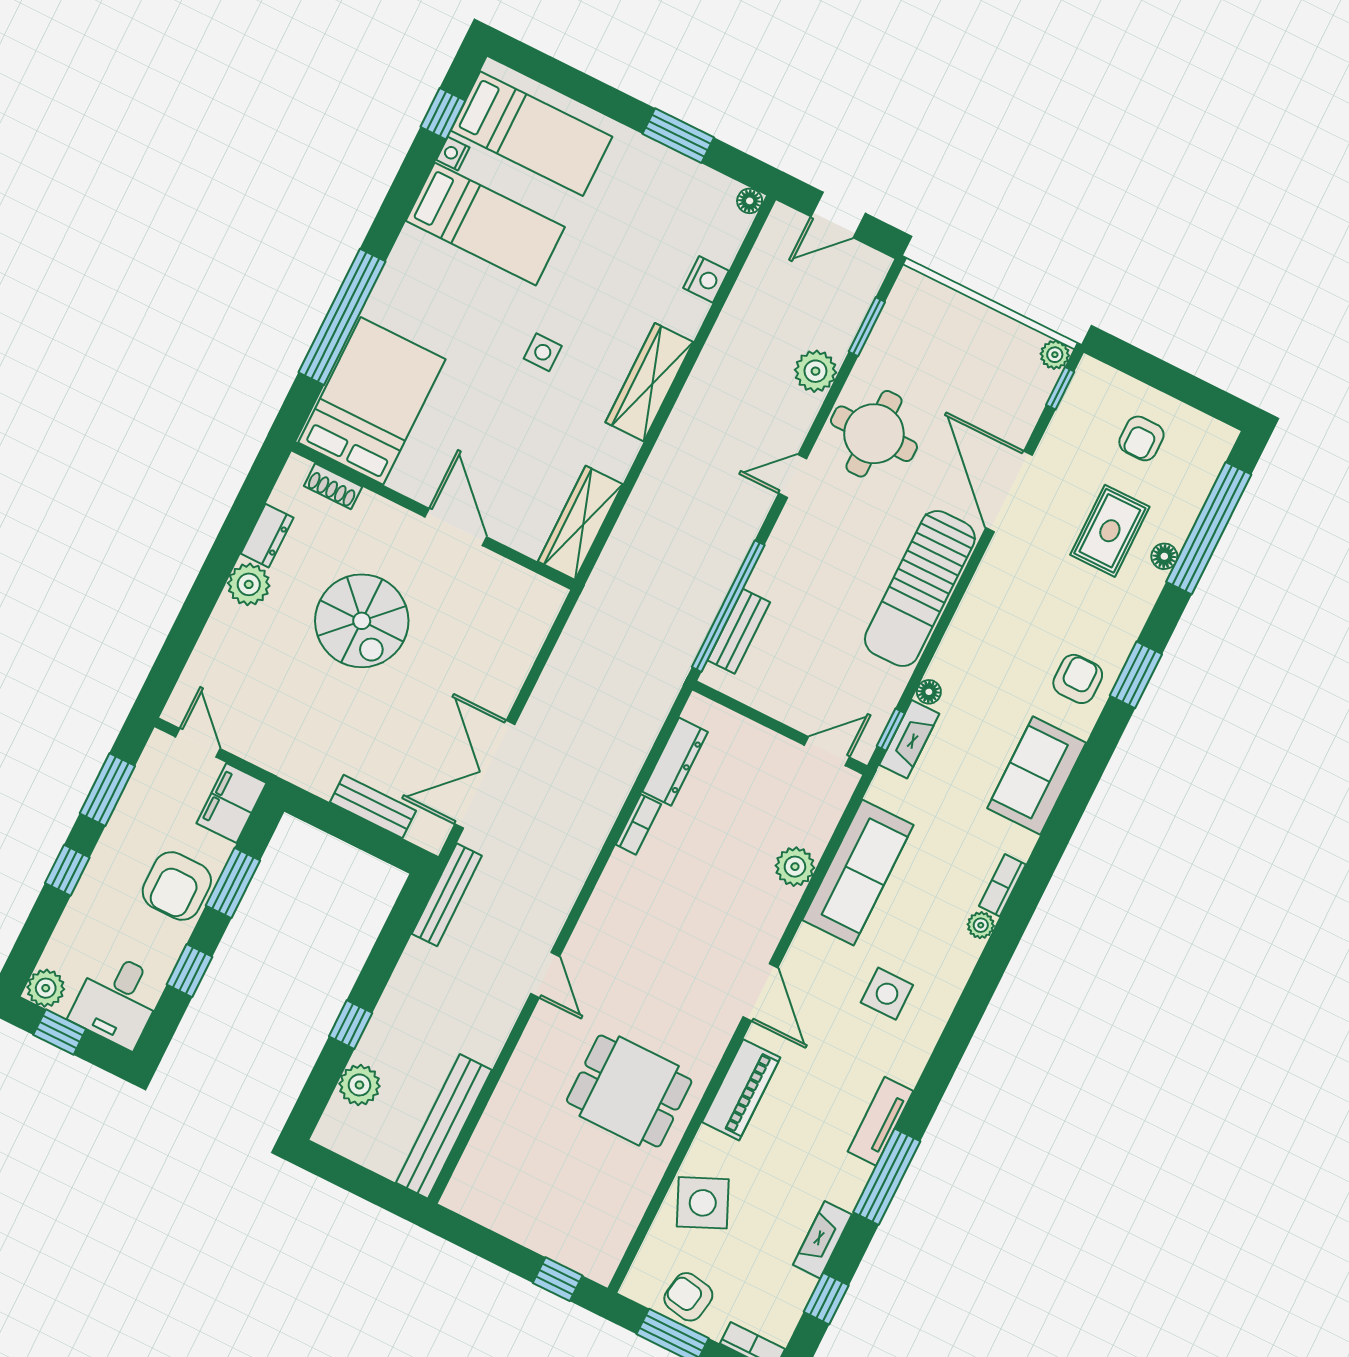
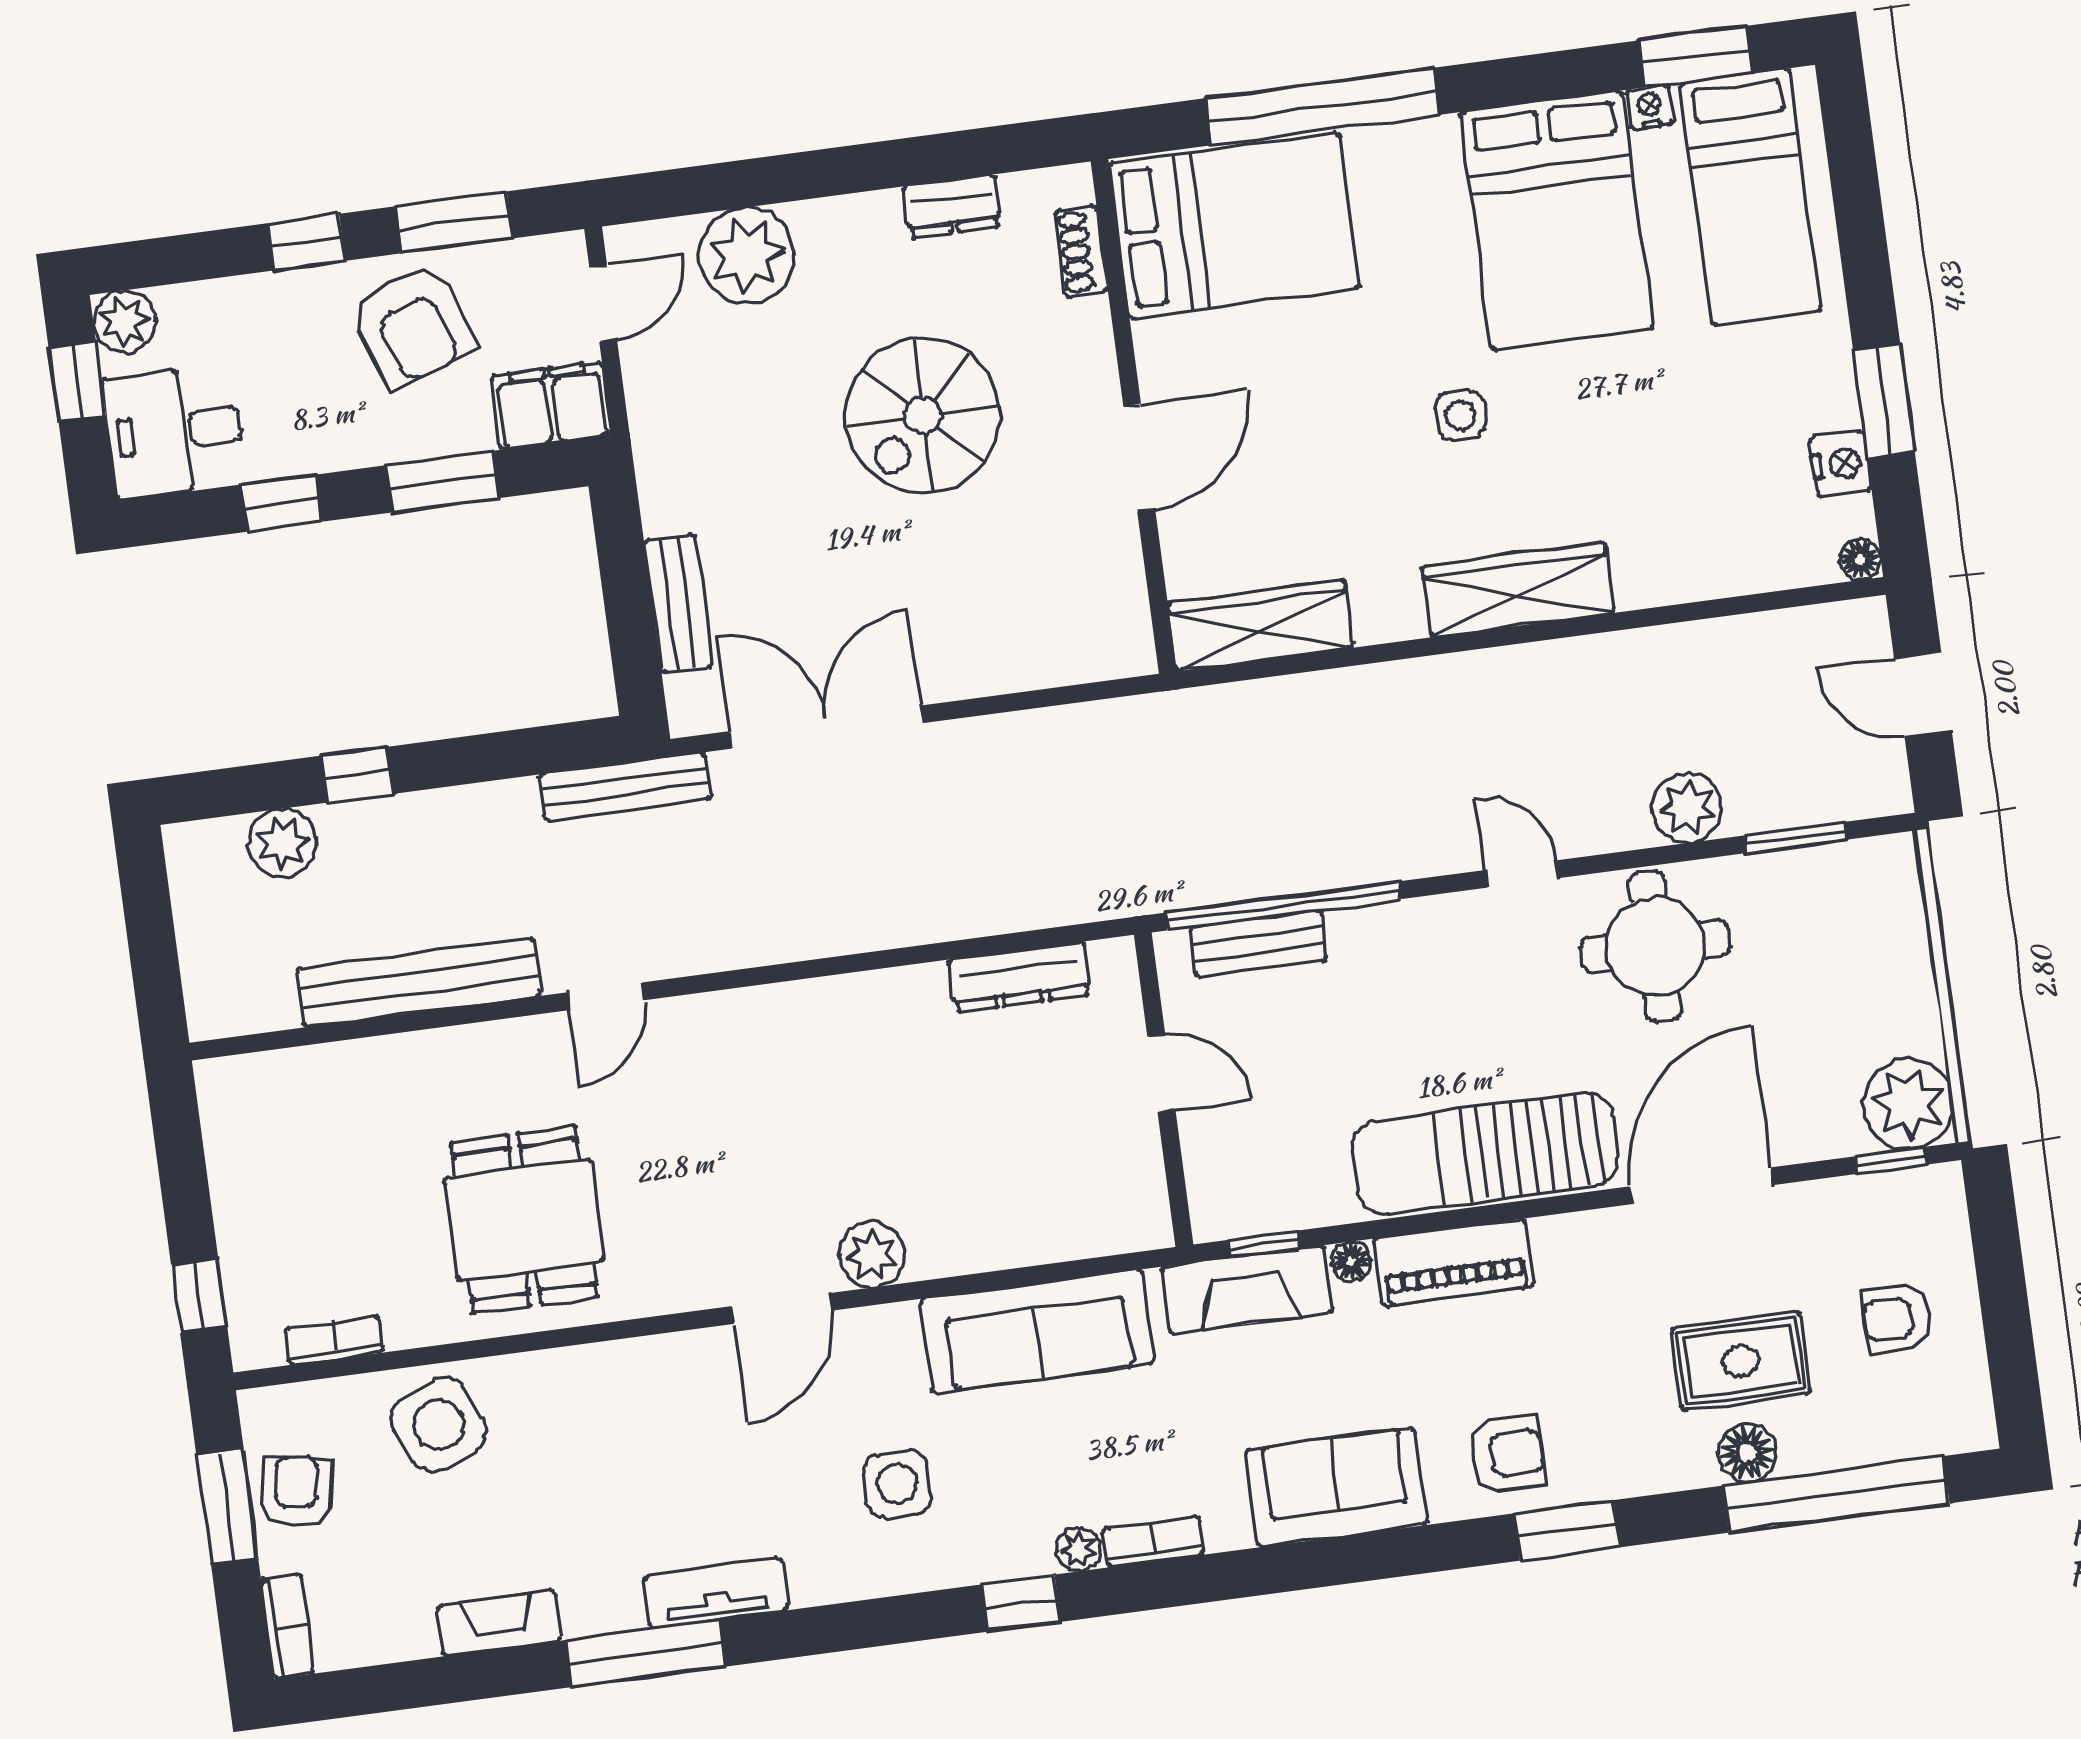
window: (443, 114) -> (1695, 57), width x1.50
bed: (485, 224) -> (1556, 221), width x1.50
nightstand: (706, 279) -> (1840, 464), moved, turned -90
plant: (1055, 355) -> (1908, 1104), width x1.87, depth x1.87
floor lamp: (1164, 556) -> (1747, 1453), width x1.37, depth x1.37
plant: (249, 584) -> (747, 255), moved, width x1.36, depth x1.36
fireplace: (909, 739) -> (1247, 1290), width x1.37, depth x1.32
door: (827, 751) -> (1161, 1073), moved
bookcase: (638, 824) -> (334, 1340), moved, turned 180
plant: (795, 867) -> (872, 1255), moved
armchair: (177, 886) -> (413, 326), moved, turned -109
piano: (741, 1090) -> (1454, 1262), moved
bench: (444, 1126) -> (419, 982), moved
window: (826, 1299) -> (1021, 1603), moved

